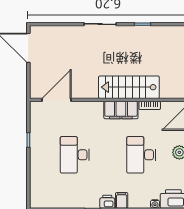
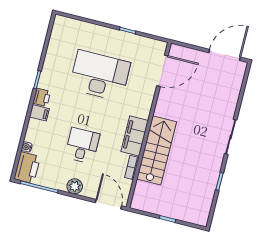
door: (57, 100) -> (162, 71), hinge flipped
desk: (75, 155) -> (100, 76), width x1.36, depth x1.30
desk: (141, 155) -> (82, 146), width x0.73

